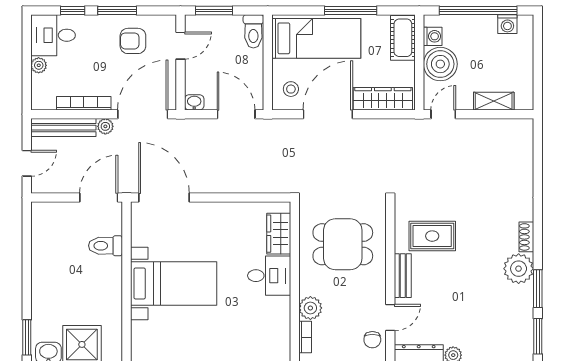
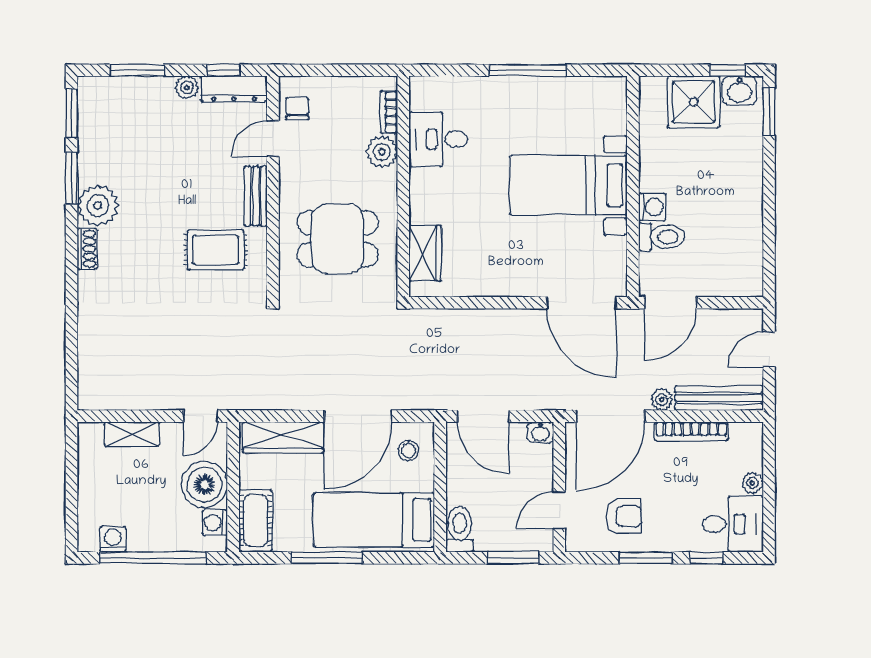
washing machine: (112, 268) -> (652, 207), added
desk: (269, 276) -> (438, 139), moved

